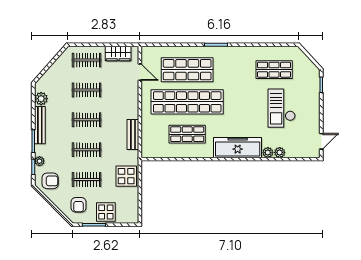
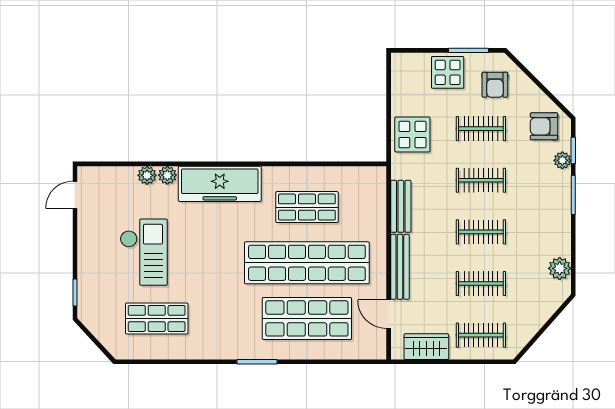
bench: (40, 125) -> (400, 267), moved
armchair: (78, 205) -> (495, 85), turned 180

